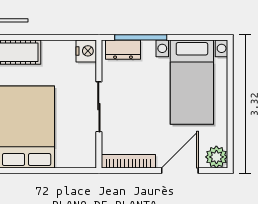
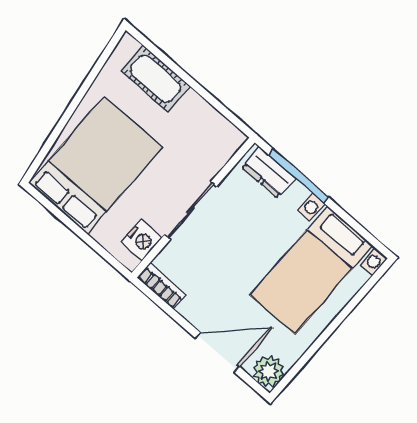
nightstand: (86, 51) -> (142, 240), moved
bookcase: (128, 161) -> (161, 286), width x0.64

